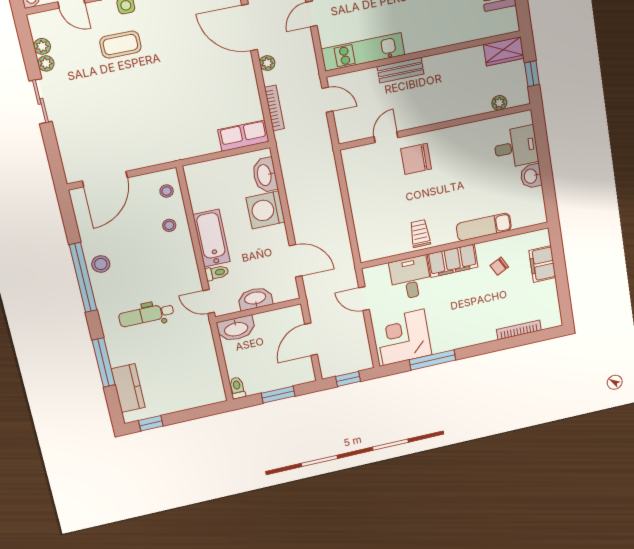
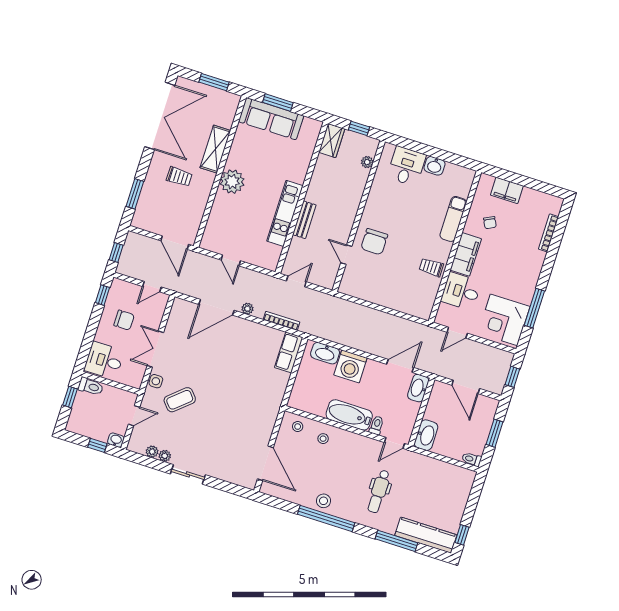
coffee table: (120, 45) -> (180, 400), turned 49
kitchen unit: (363, 52) -> (285, 213), moved
washbasin: (255, 299) -> (418, 388), moved
kitchen counter: (128, 388) -> (426, 535), width x1.50

